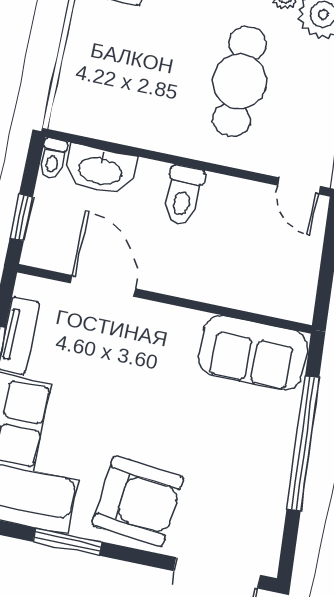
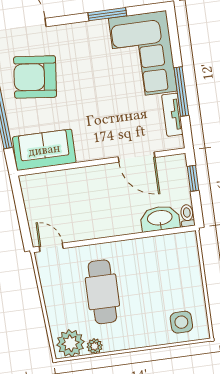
toilet: (183, 195) -> (111, 220), removed
armchair: (138, 501) -> (35, 77), moved

